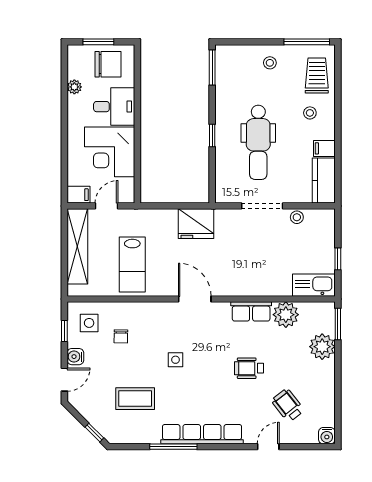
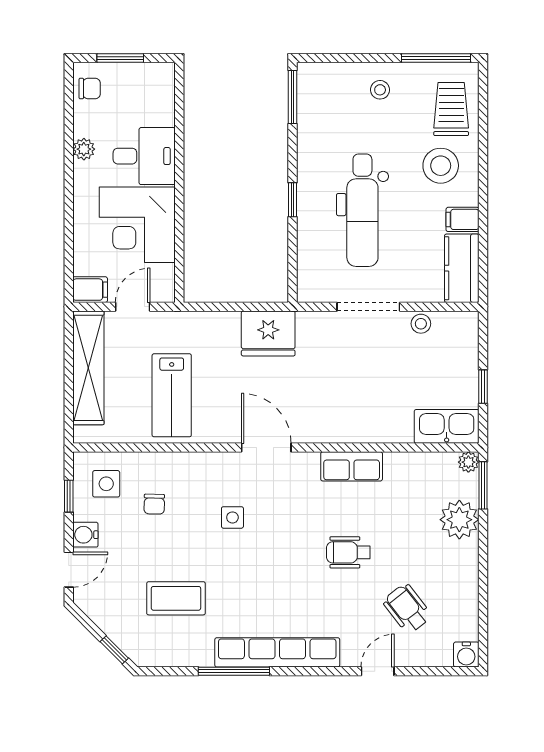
chair: (108, 64) -> (90, 89), moved, width x0.54, depth x0.54
plant: (74, 87) -> (84, 149), moved
stool: (310, 113) -> (441, 166), width x1.89, depth x1.89
plant: (286, 315) -> (468, 462), moved, width x0.53, depth x0.53
side table: (176, 360) -> (232, 517), moved

